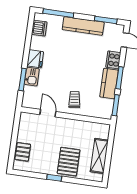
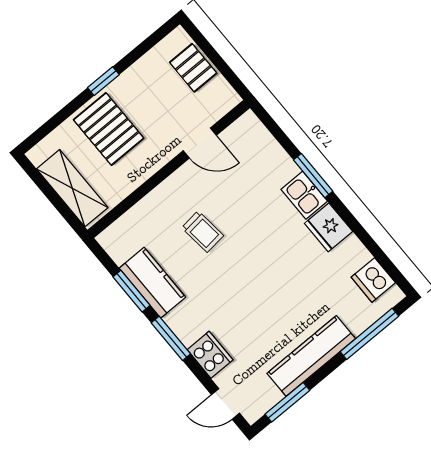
kitchen counter: (109, 84) -> (152, 283), moved
door: (48, 113) -> (200, 143), moved
wall: (66, 116) -> (169, 169), moved

